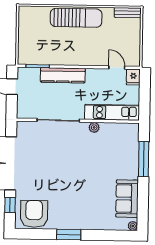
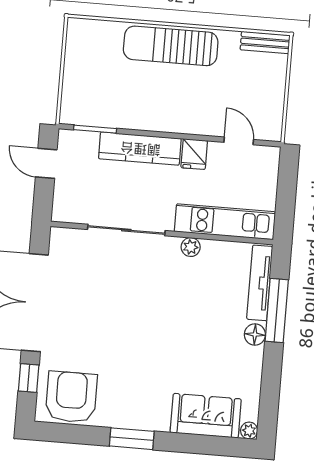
sun lounger: (76, 18) -> (171, 46), turned 180
fridge: (133, 77) -> (194, 154), moved
tv unit: (133, 145) -> (260, 283), added
floor lamp: (132, 173) -> (255, 335), added
sofa: (127, 199) -> (206, 416), moved, turned 90

